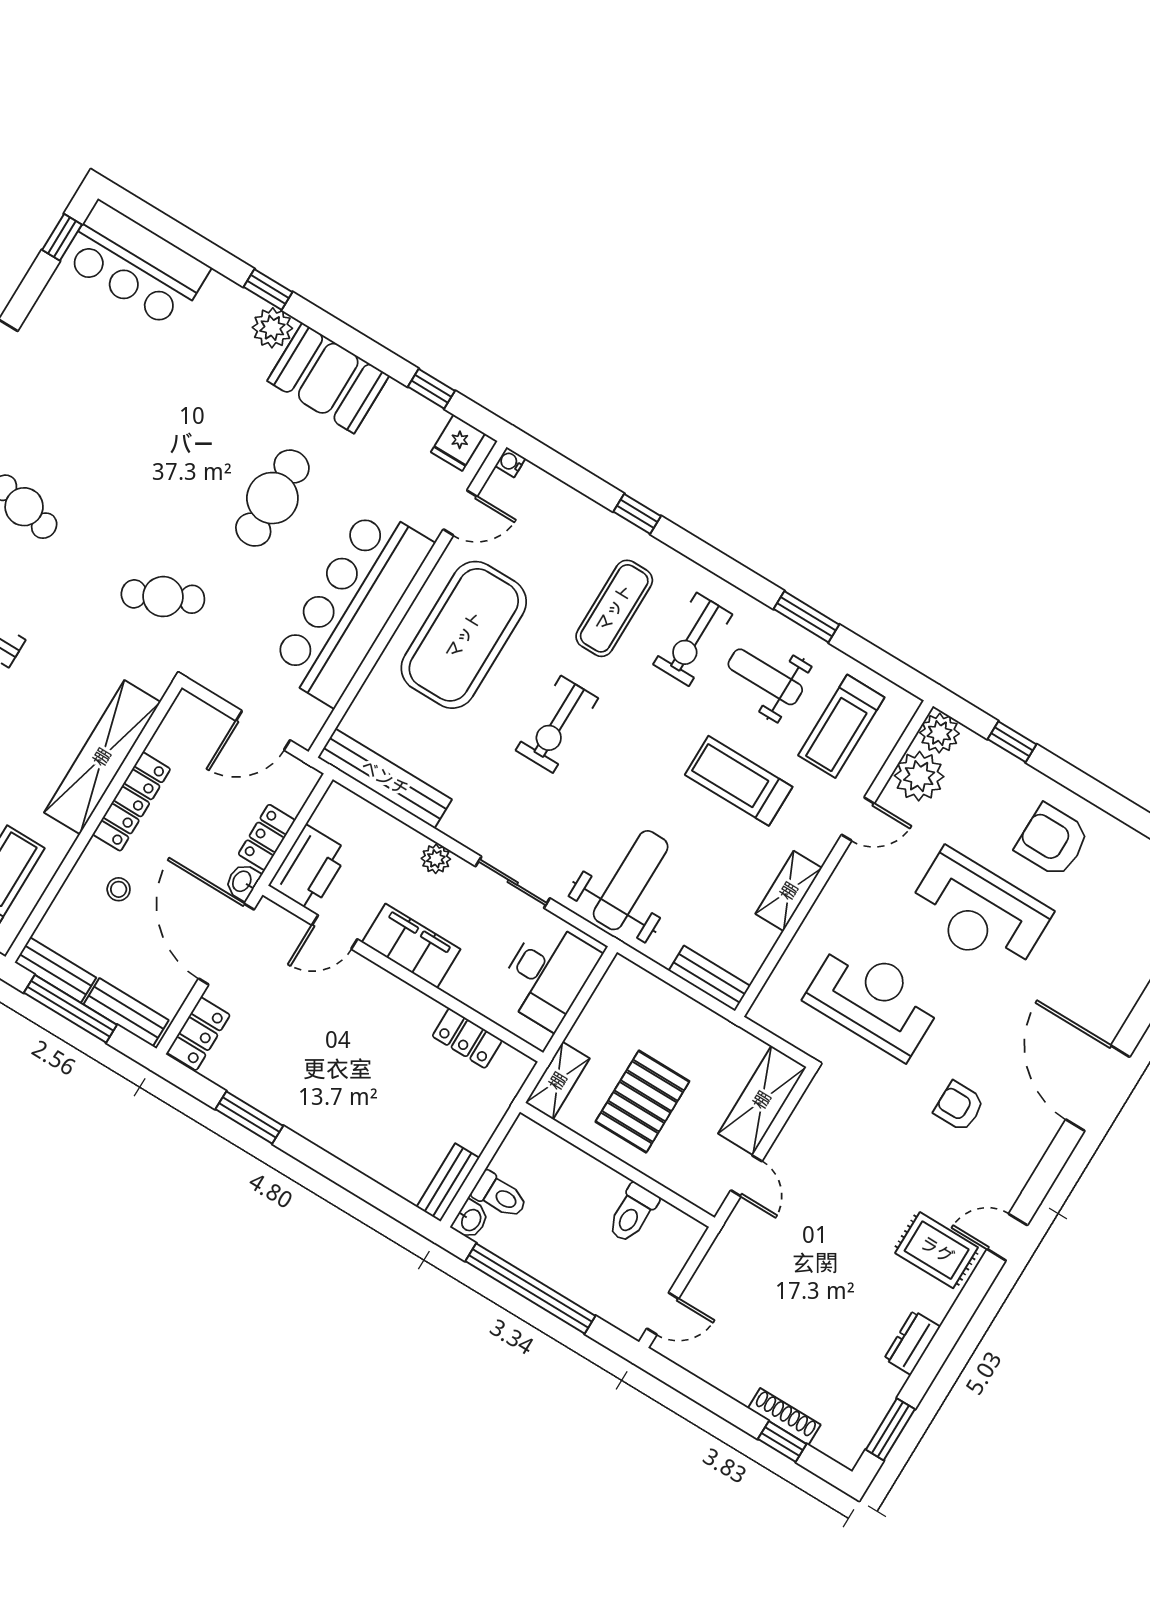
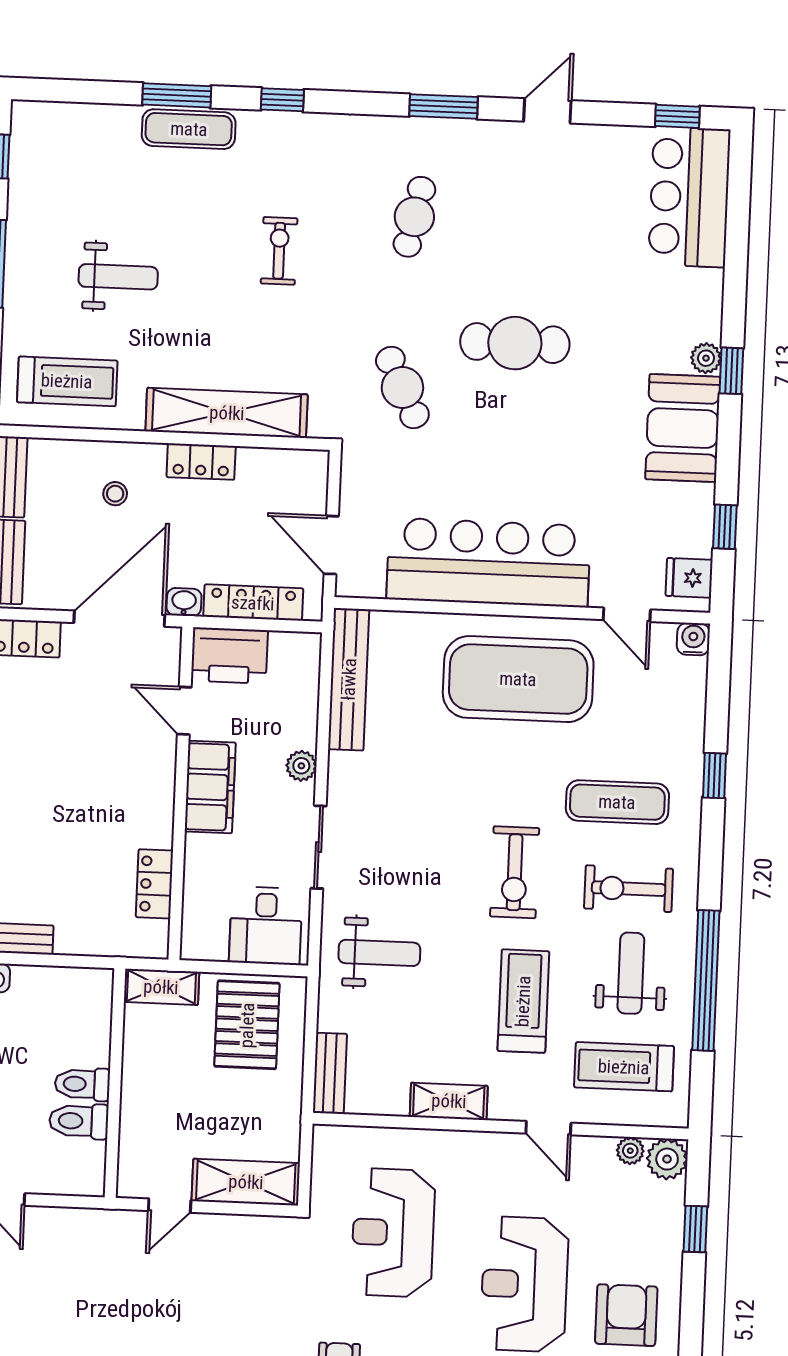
window: (268, 289) -> (731, 371), moved
plant: (272, 328) -> (706, 358), width x0.73, depth x0.73
water cooler: (510, 462) -> (693, 639), width x1.38, depth x1.38
cafe table: (272, 498) -> (515, 343), moved
window: (806, 617) -> (706, 980), width x2.11
exercise bike: (557, 724) -> (515, 872), moved, turned -90
plant: (919, 776) -> (630, 1151), width x0.53, depth x0.53
locker: (132, 802) -> (201, 462), width x0.66
locker: (267, 837) -> (253, 603), width x1.53
weight bench: (631, 880) -> (379, 953), width x0.73, depth x0.75
desk: (548, 975) -> (266, 926), width x0.73
reception desk: (874, 999) -> (393, 1233), turned 180
pallet: (642, 1102) -> (247, 1025), moved, turned 90
toilet: (500, 1195) -> (82, 1084), moved, turned 90

